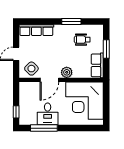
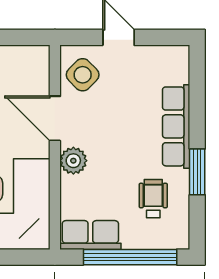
row of seats: (36, 30) -> (176, 126), moved
window: (106, 49) -> (130, 257), width x2.11

